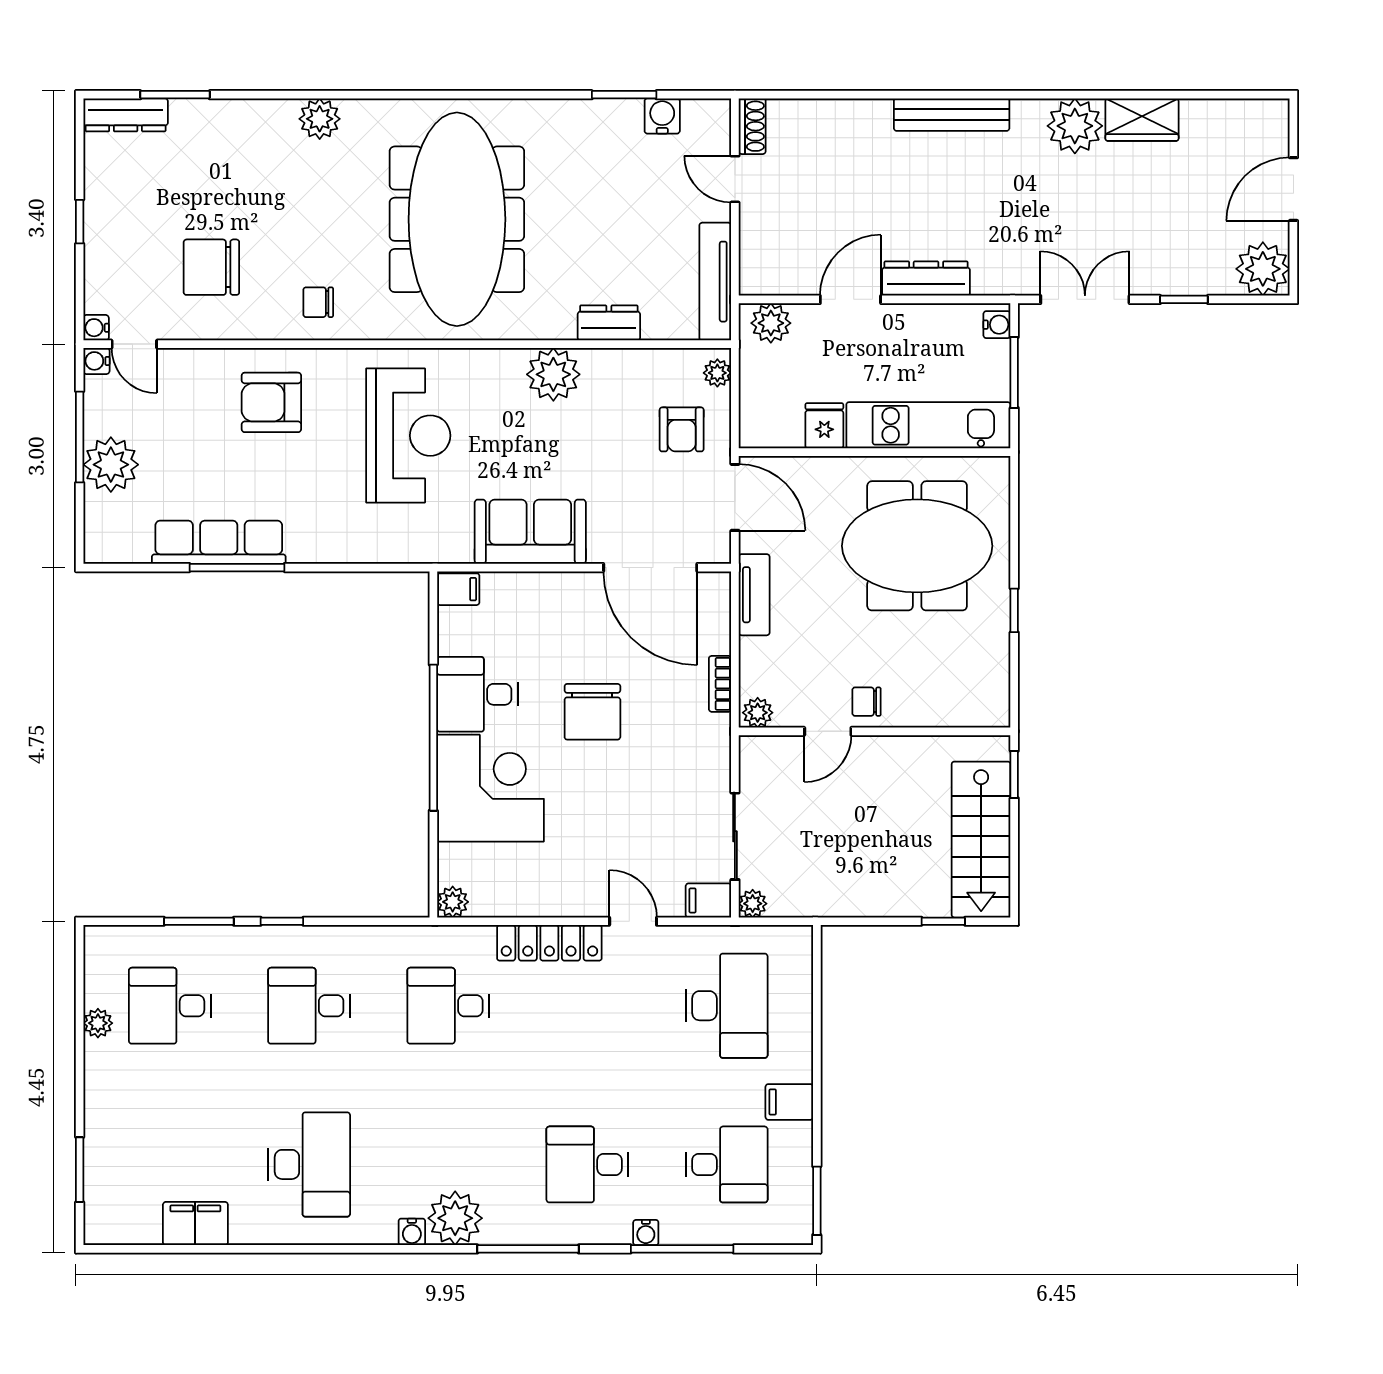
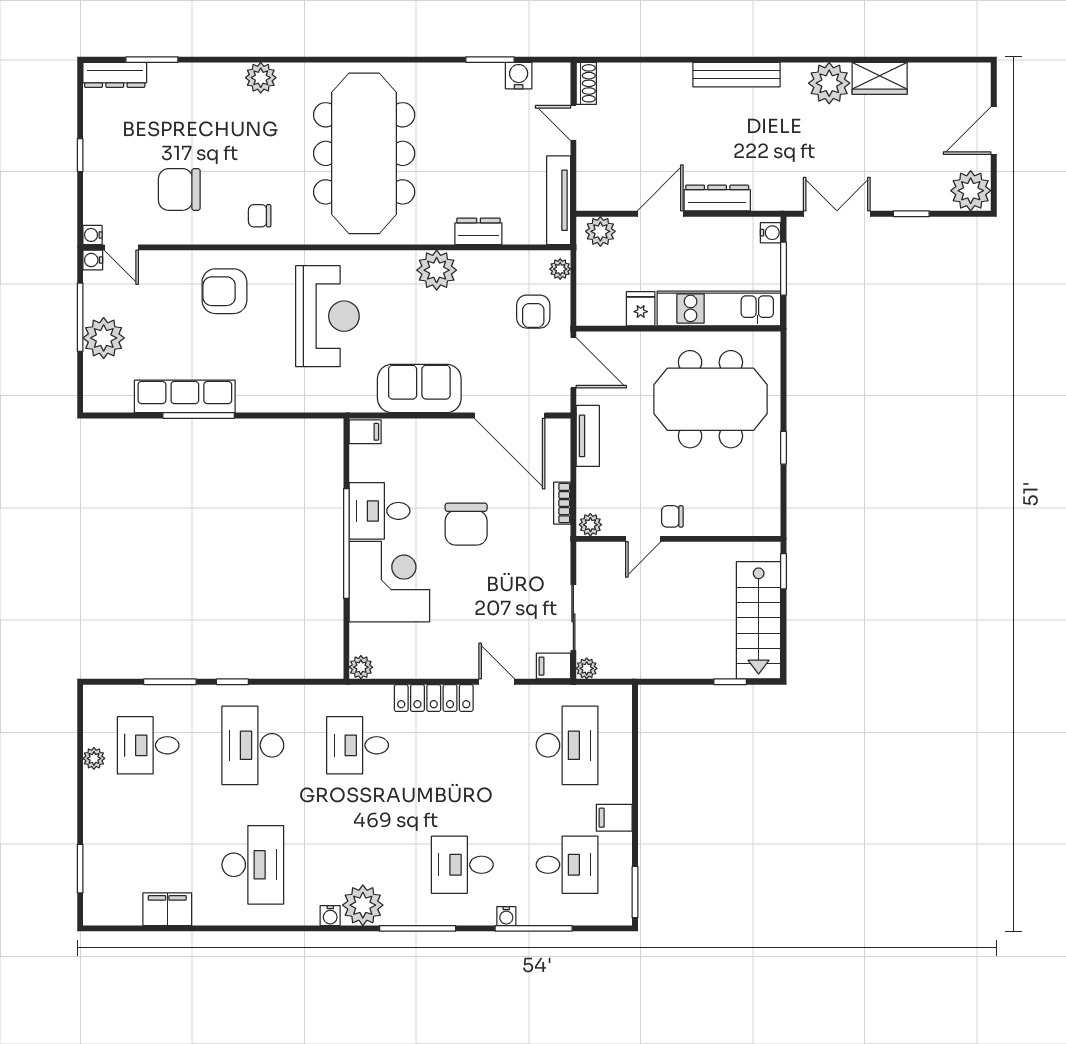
desk: (309, 1006) -> (253, 745), width x1.37

